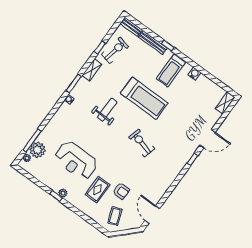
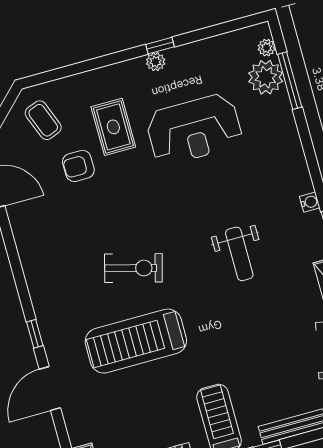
treadmill: (144, 98) -> (136, 341), moved
reception desk: (76, 161) -> (194, 129), turned 180

